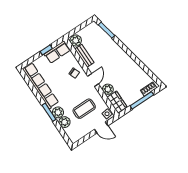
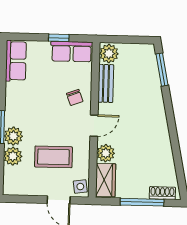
row of seats: (41, 86) -> (16, 61), width x0.50

